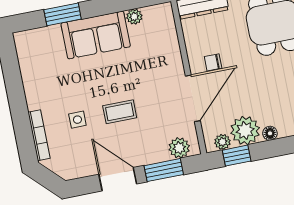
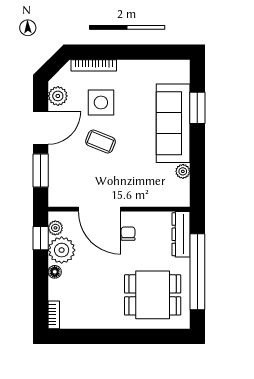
sofa: (96, 35) -> (173, 123), width x1.36
coffee table: (120, 112) -> (100, 142), turned -68
side table: (77, 120) -> (101, 102), width x1.87, depth x1.87
plant: (179, 148) -> (58, 96), moved

